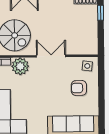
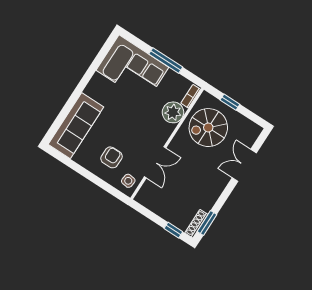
double door: (51, 56) -> (155, 162), moved

